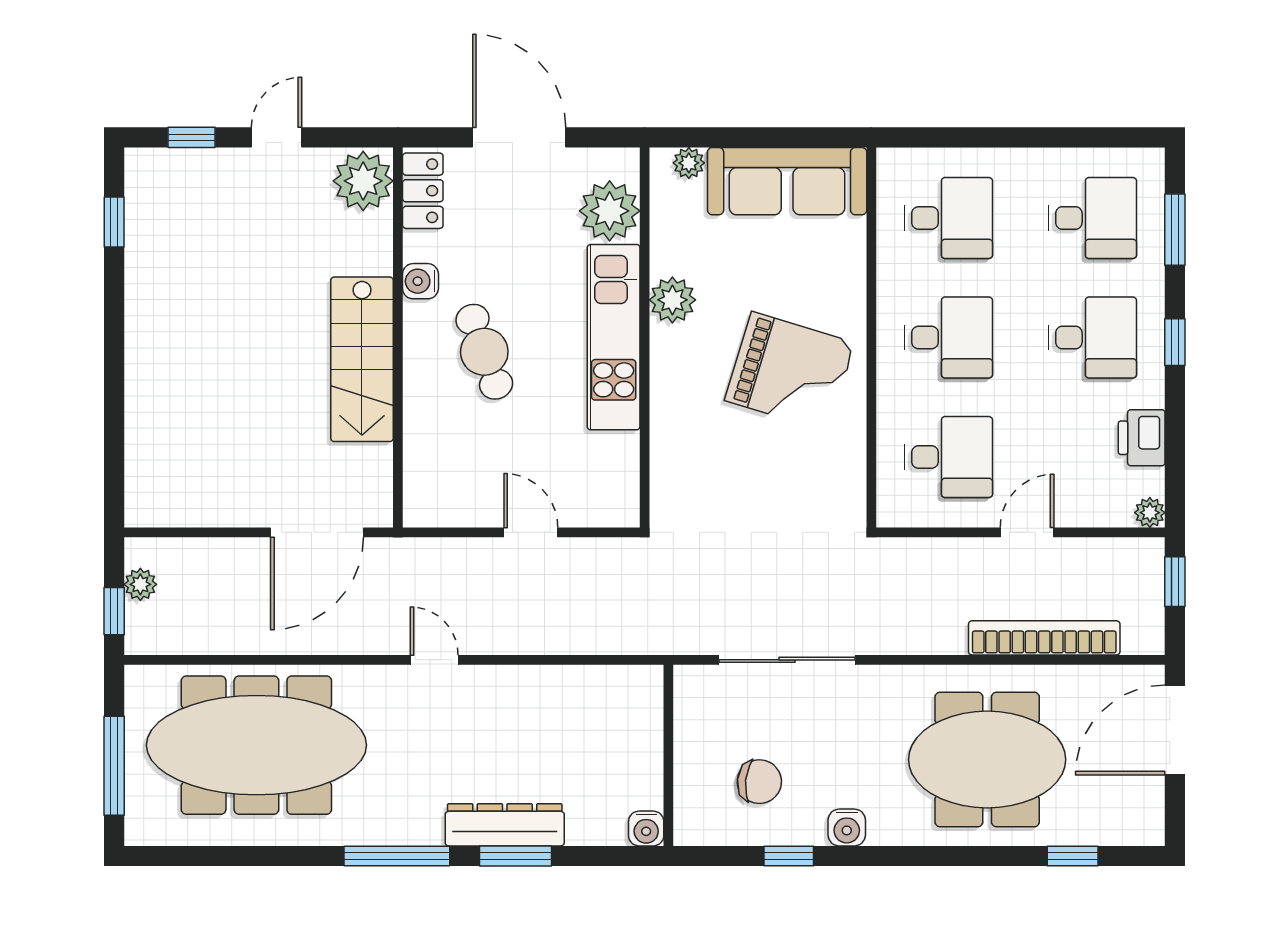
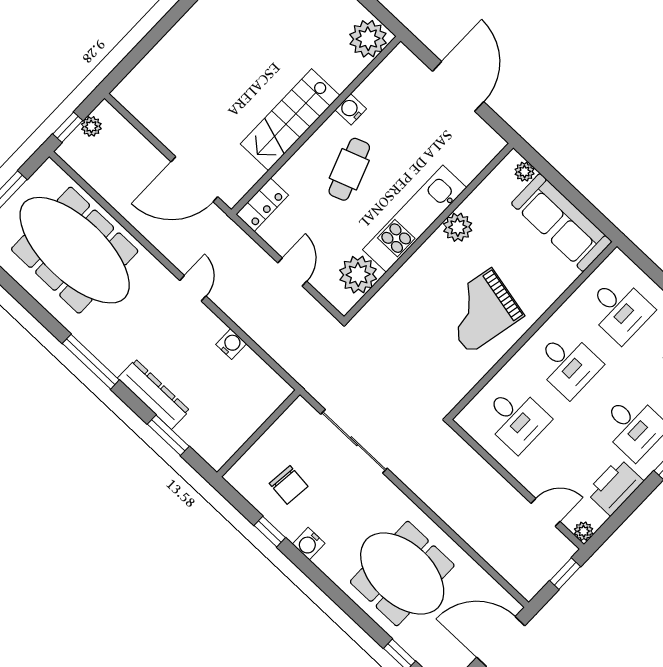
locker: (423, 191) -> (262, 205), moved
plant: (610, 211) -> (358, 275), moved
grand piano: (790, 372) -> (480, 311), turned 85
printer: (1142, 438) -> (615, 487), width x1.37, depth x1.19
door: (1027, 532) -> (546, 512), moved
bookcase: (1044, 638) -> (481, 543), removed
water cooler: (646, 829) -> (231, 344), moved, turned 180
window: (516, 856) -> (168, 435), moved

